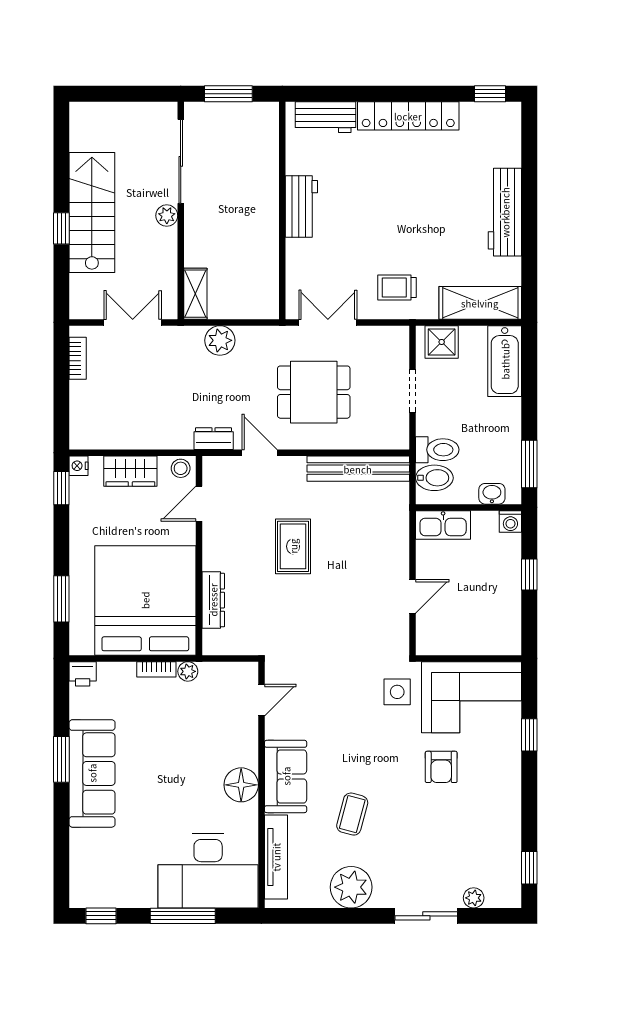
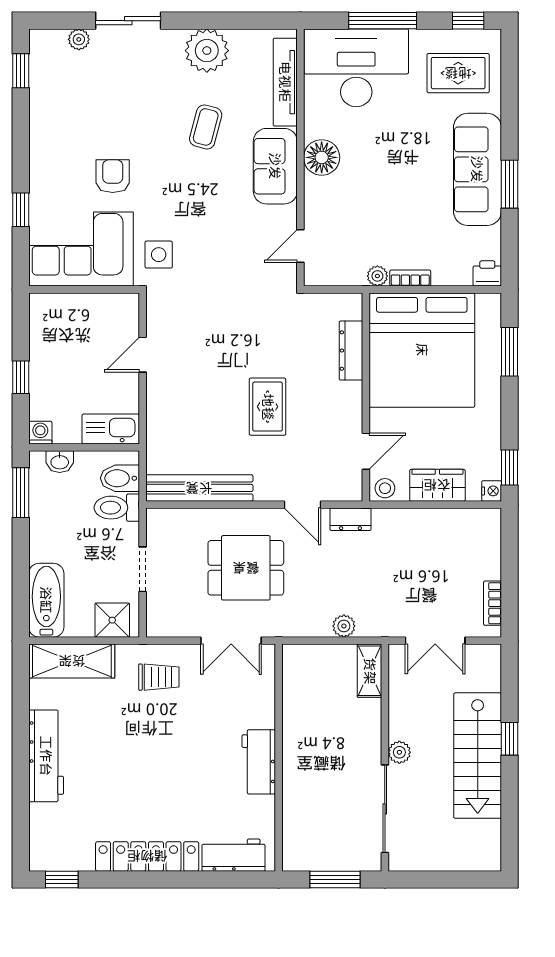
plant: (220, 340) -> (344, 626), width x0.73, depth x0.73
rug: (111, 866) -> (458, 73), added

